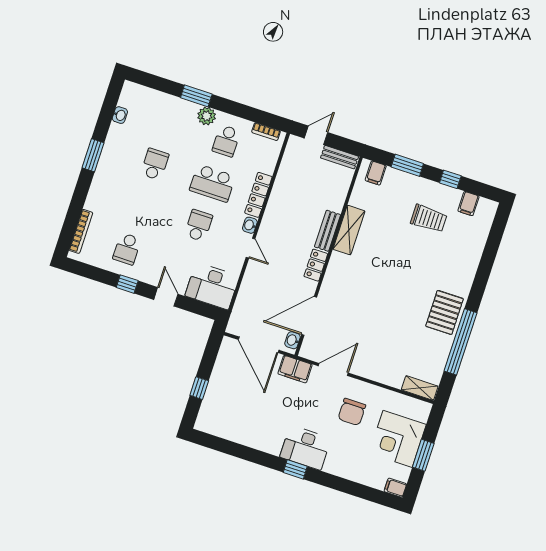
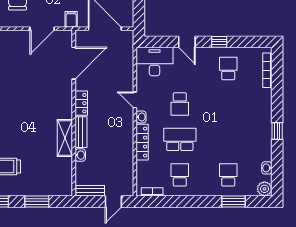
window: (196, 96) -> (234, 201), moved
plant: (207, 116) -> (264, 189), moved
window: (93, 155) -> (277, 131), width x0.67
school desk: (155, 164) -> (228, 175), moved, turned 180
filing cabinet: (376, 173) -> (59, 188), removed
washbasin: (293, 340) -> (80, 155), moved
filing cabinet: (295, 369) -> (71, 19), width x0.50

